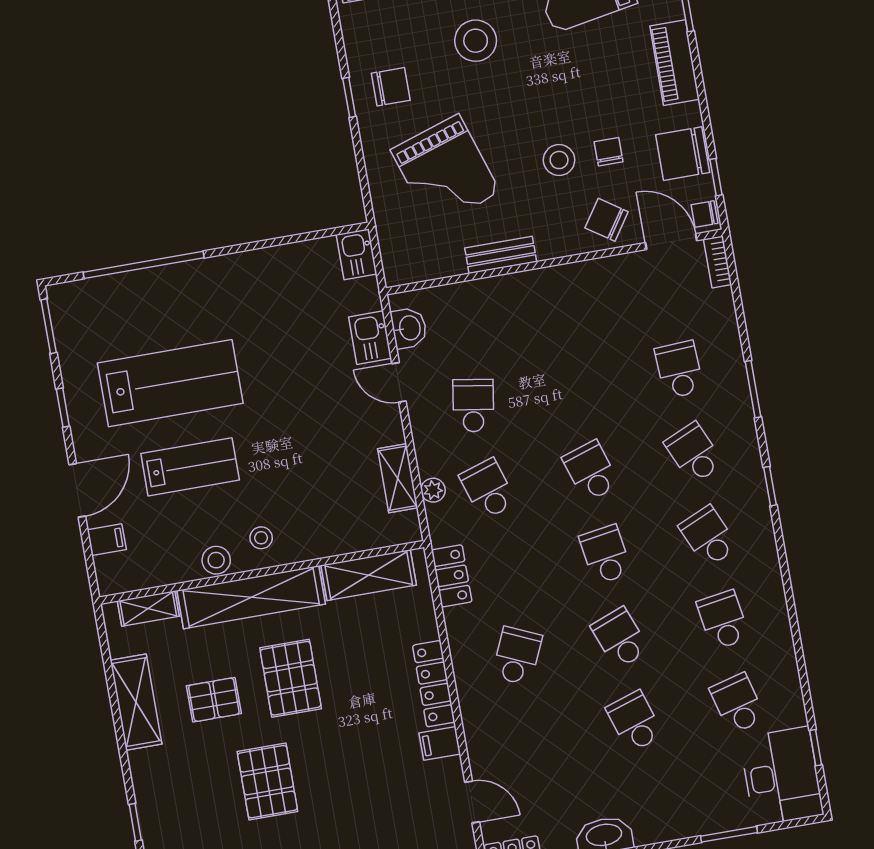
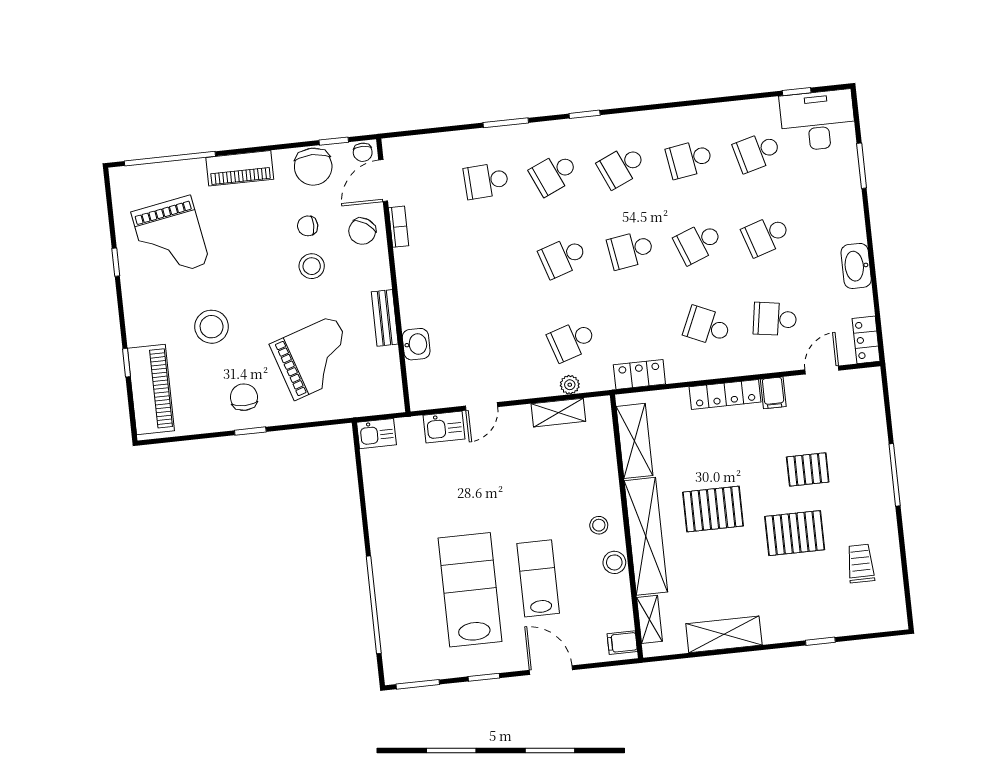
bookcase: (718, 262) -> (399, 227), moved, turned -90
washbasin: (409, 328) -> (416, 344), moved, turned 90
school desk: (473, 406) -> (775, 319), moved
filing cabinet: (107, 540) -> (622, 643), moved, turned -90
pallet: (214, 700) -> (808, 469), moved, turned 90

